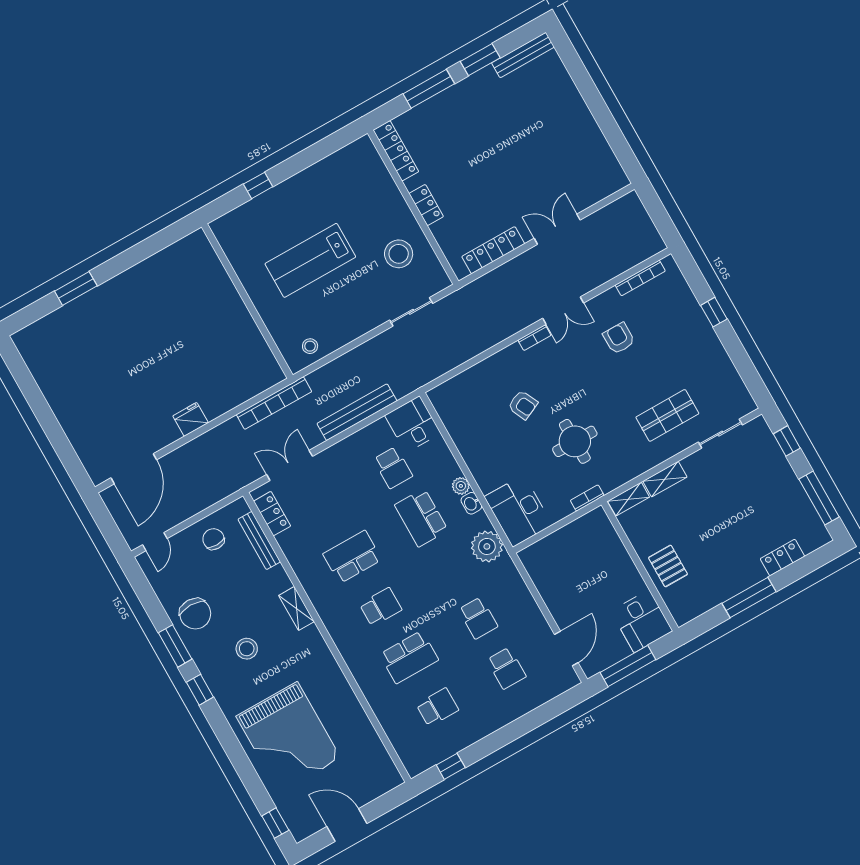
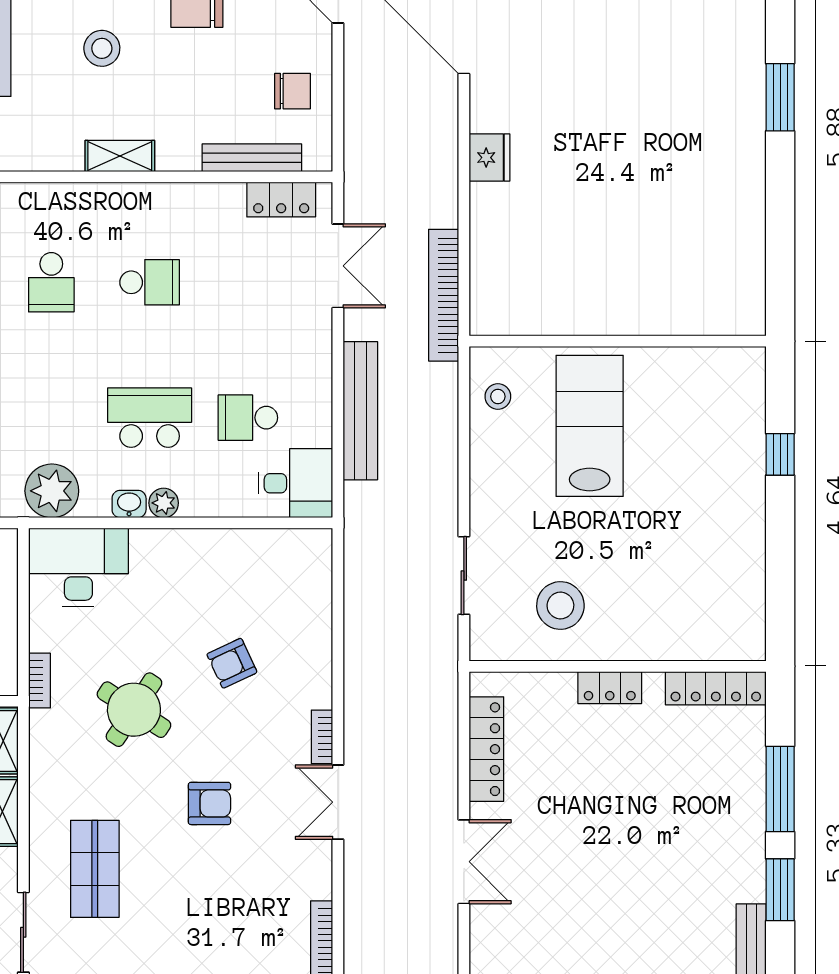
lab bench: (310, 260) -> (590, 426), moved
armchair: (619, 338) -> (209, 803), moved
round table: (575, 441) -> (134, 710), turned 33
school desk: (352, 557) -> (150, 282), width x0.54

